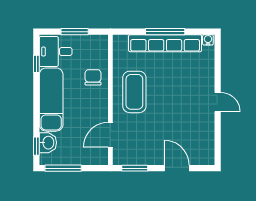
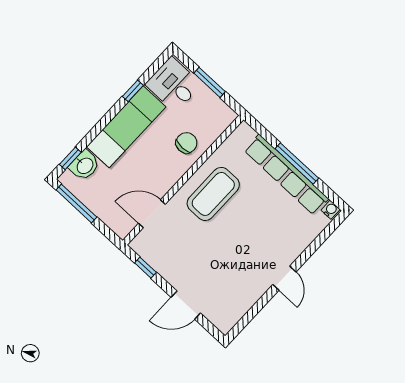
window: (36, 64) -> (133, 91), moved
window: (135, 168) -> (145, 268), width x0.67
door: (177, 168) -> (186, 305), swing flipped

